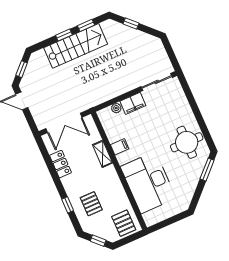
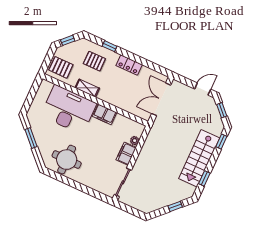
window: (64, 35) -> (221, 141), moved
filing cabinet: (120, 147) -> (105, 114), width x2.00
shelving: (103, 154) -> (87, 88), moved
locker: (60, 164) -> (129, 65), moved
window: (207, 170) -> (31, 138), moved

